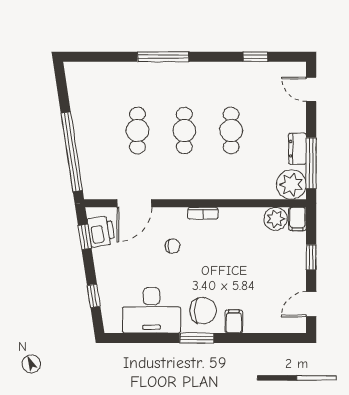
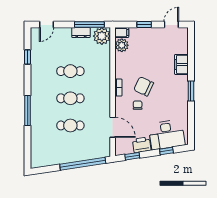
printer: (101, 231) -> (142, 145), moved
door: (311, 304) -> (171, 25), swing flipped
desk: (152, 310) -> (167, 135), moved, turned 81
chair: (203, 311) -> (144, 86), moved, turned -65
filing cabinet: (234, 321) -> (181, 64), width x2.00

